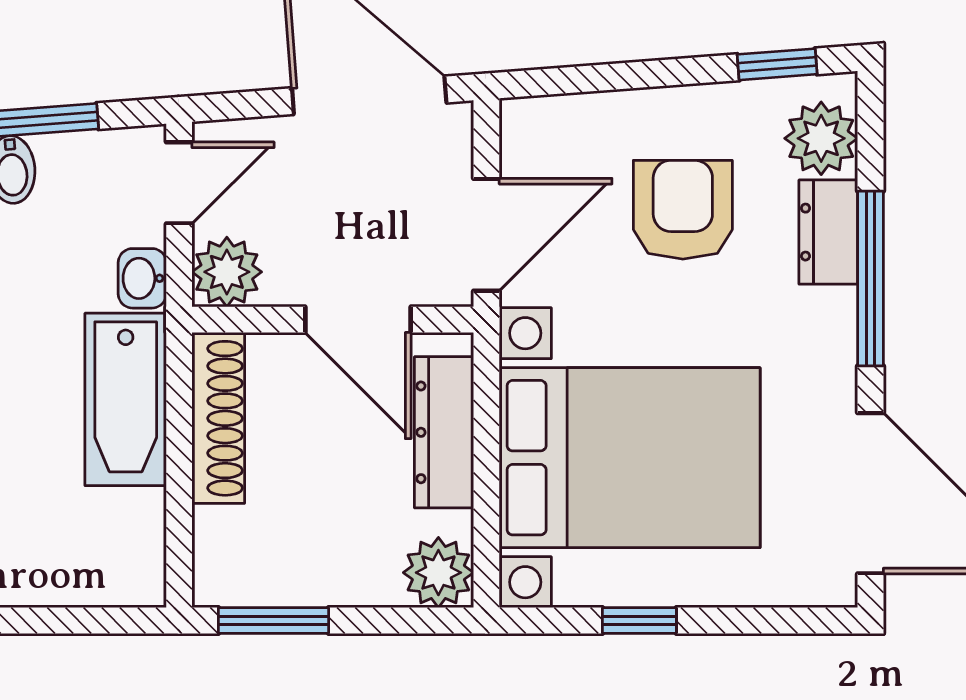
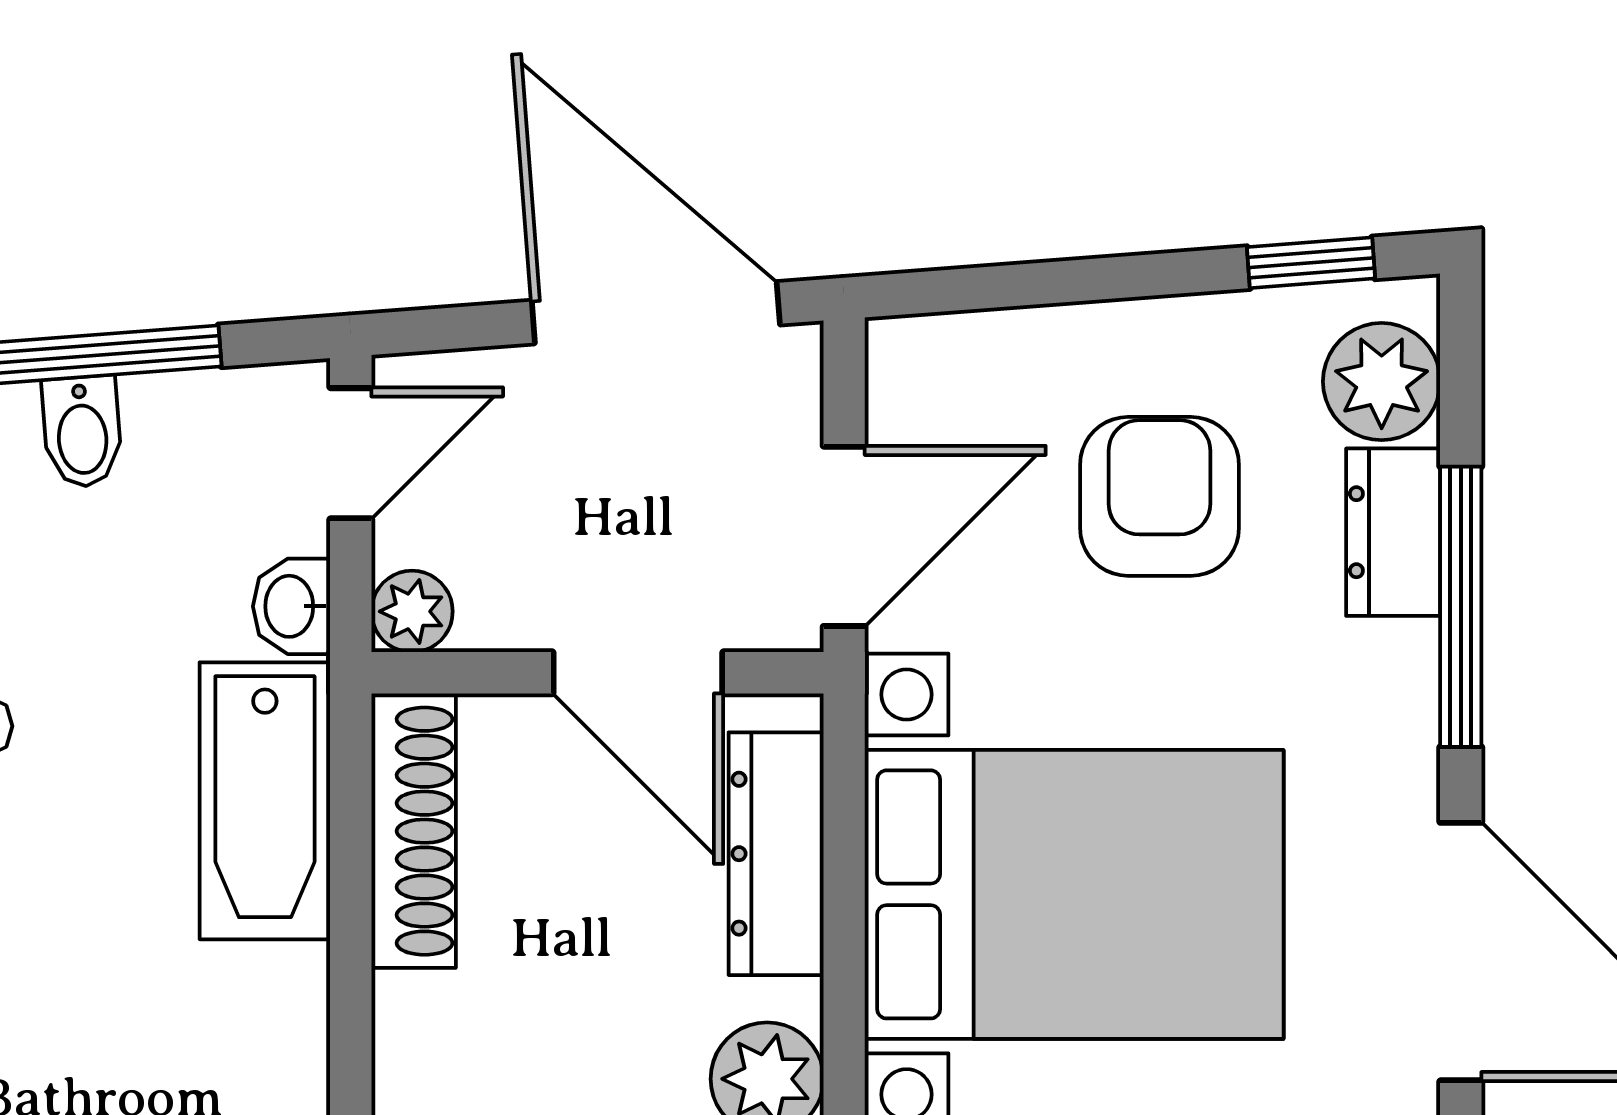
plant: (227, 272) -> (412, 611), width x0.73, depth x0.73

